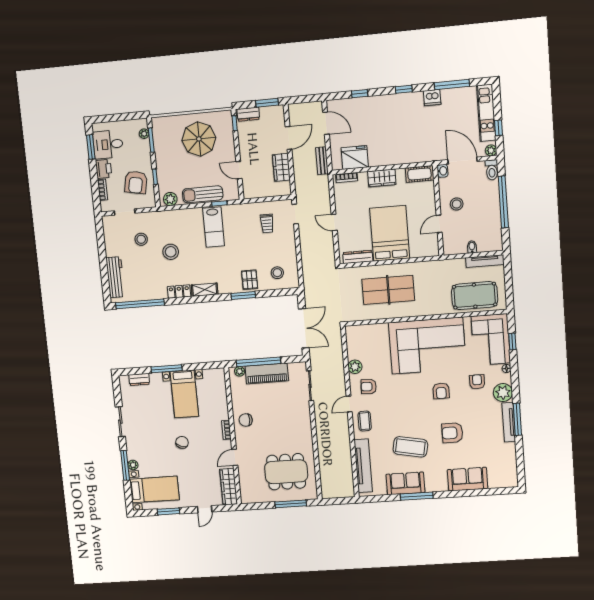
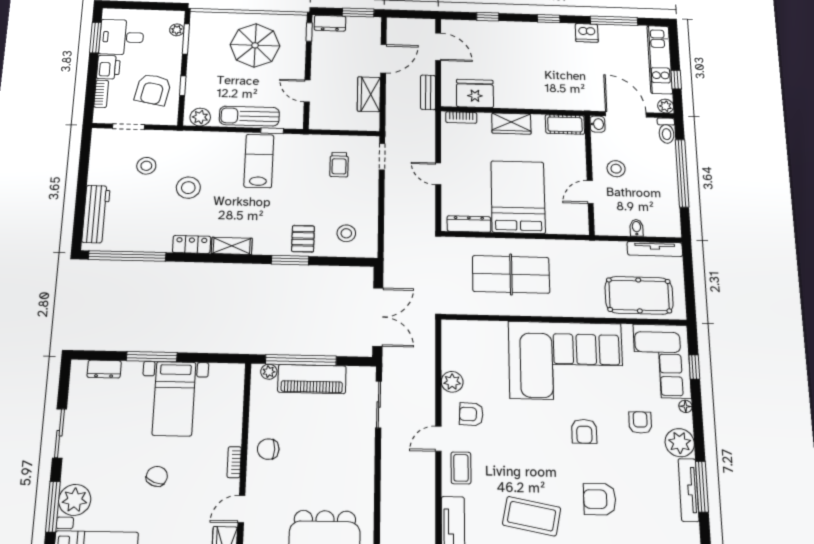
lab bench: (214, 227) -> (259, 161), turned 180
plant: (133, 465) -> (75, 500), width x1.87, depth x1.87

